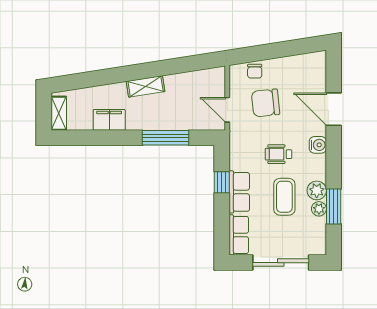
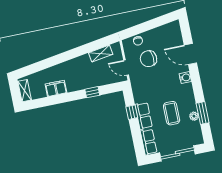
shelving: (146, 86) -> (101, 54), moved
window: (166, 138) -> (92, 92), width x0.46
wheelchair: (278, 154) -> (163, 88), removed
plant: (317, 190) -> (190, 105), removed

